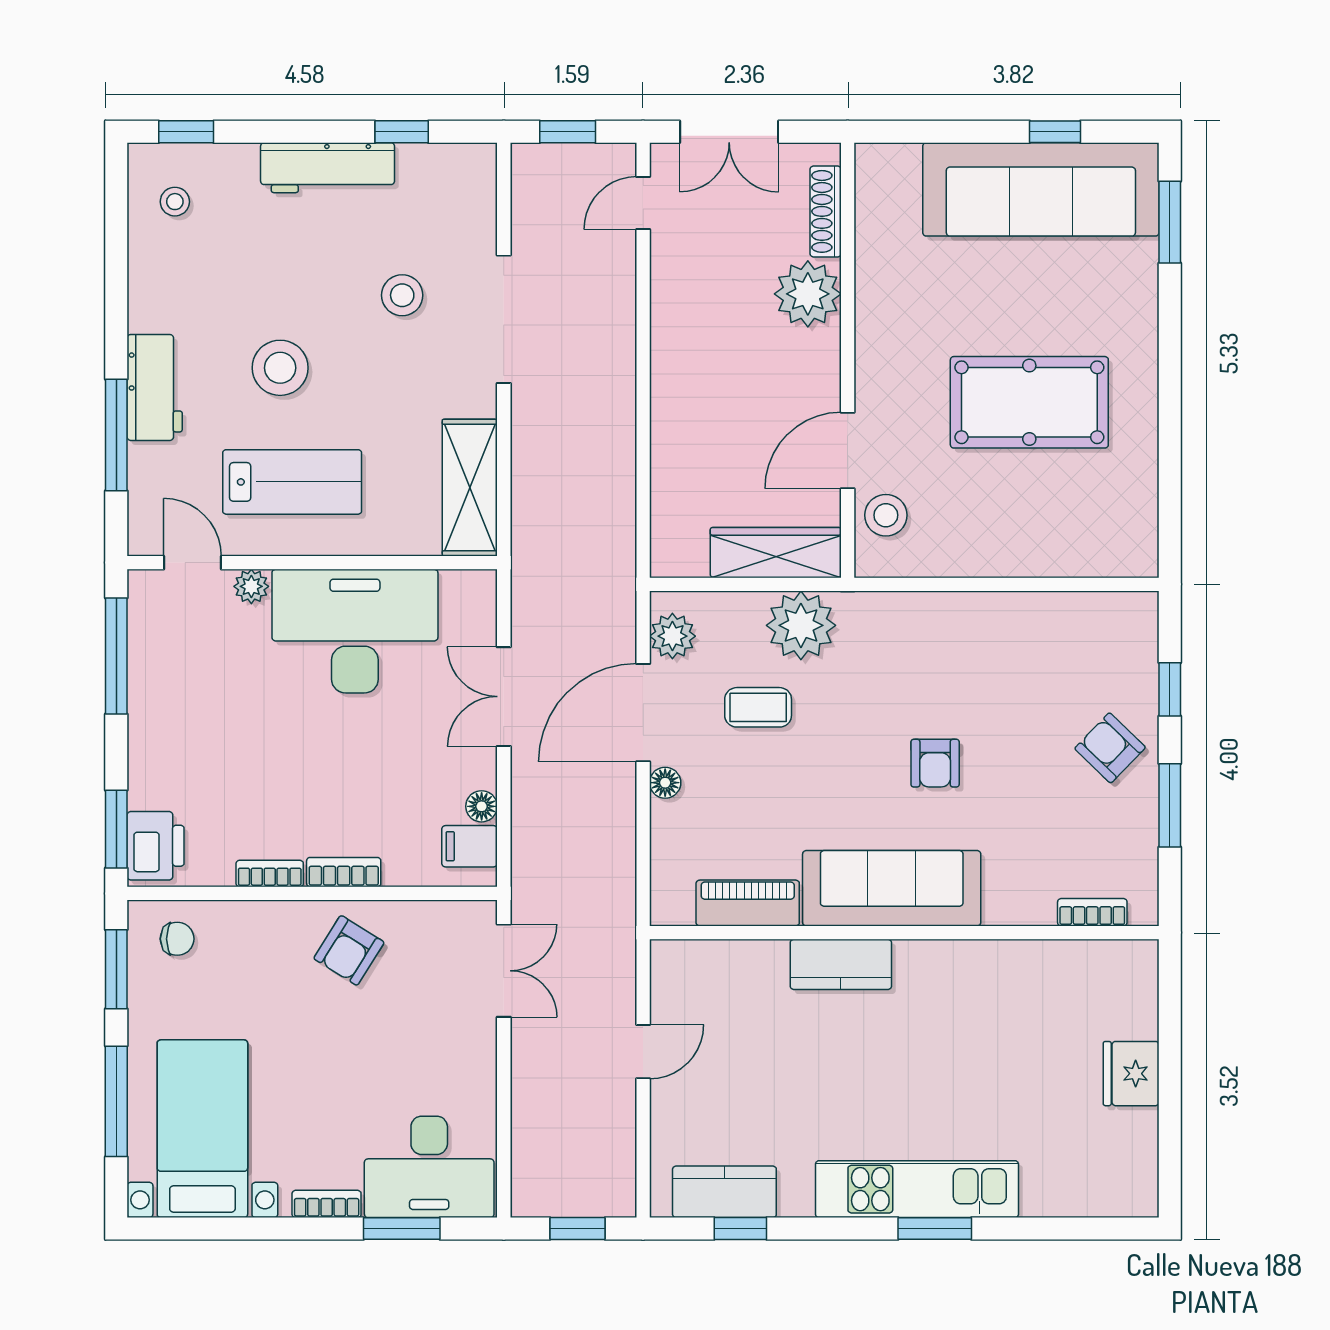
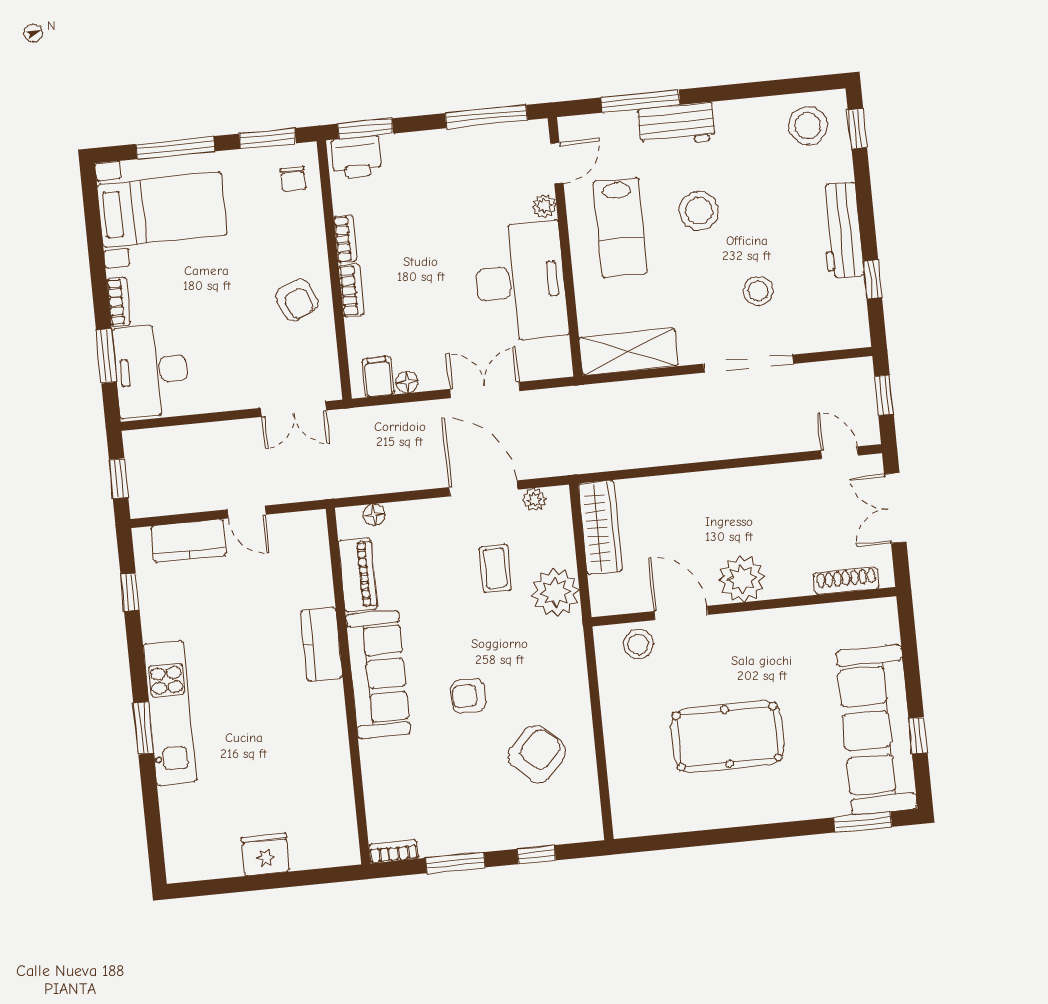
stool: (175, 202) -> (808, 126), width x1.89, depth x1.89
plant: (808, 294) -> (742, 579), moved
pool table: (1029, 402) -> (727, 737), turned 90
wardrobe: (776, 553) -> (600, 527), moved
plant: (672, 636) -> (534, 500), width x0.73, depth x0.73
armchair: (1110, 748) -> (537, 754), moved, width x1.38, depth x1.38
floor lamp: (665, 783) -> (374, 515), moved
bookcase: (1092, 912) -> (394, 851), moved, turned -90
armchair: (349, 950) -> (297, 300), turned -144
kitchen counter: (724, 1192) -> (188, 541), moved, turned 90

